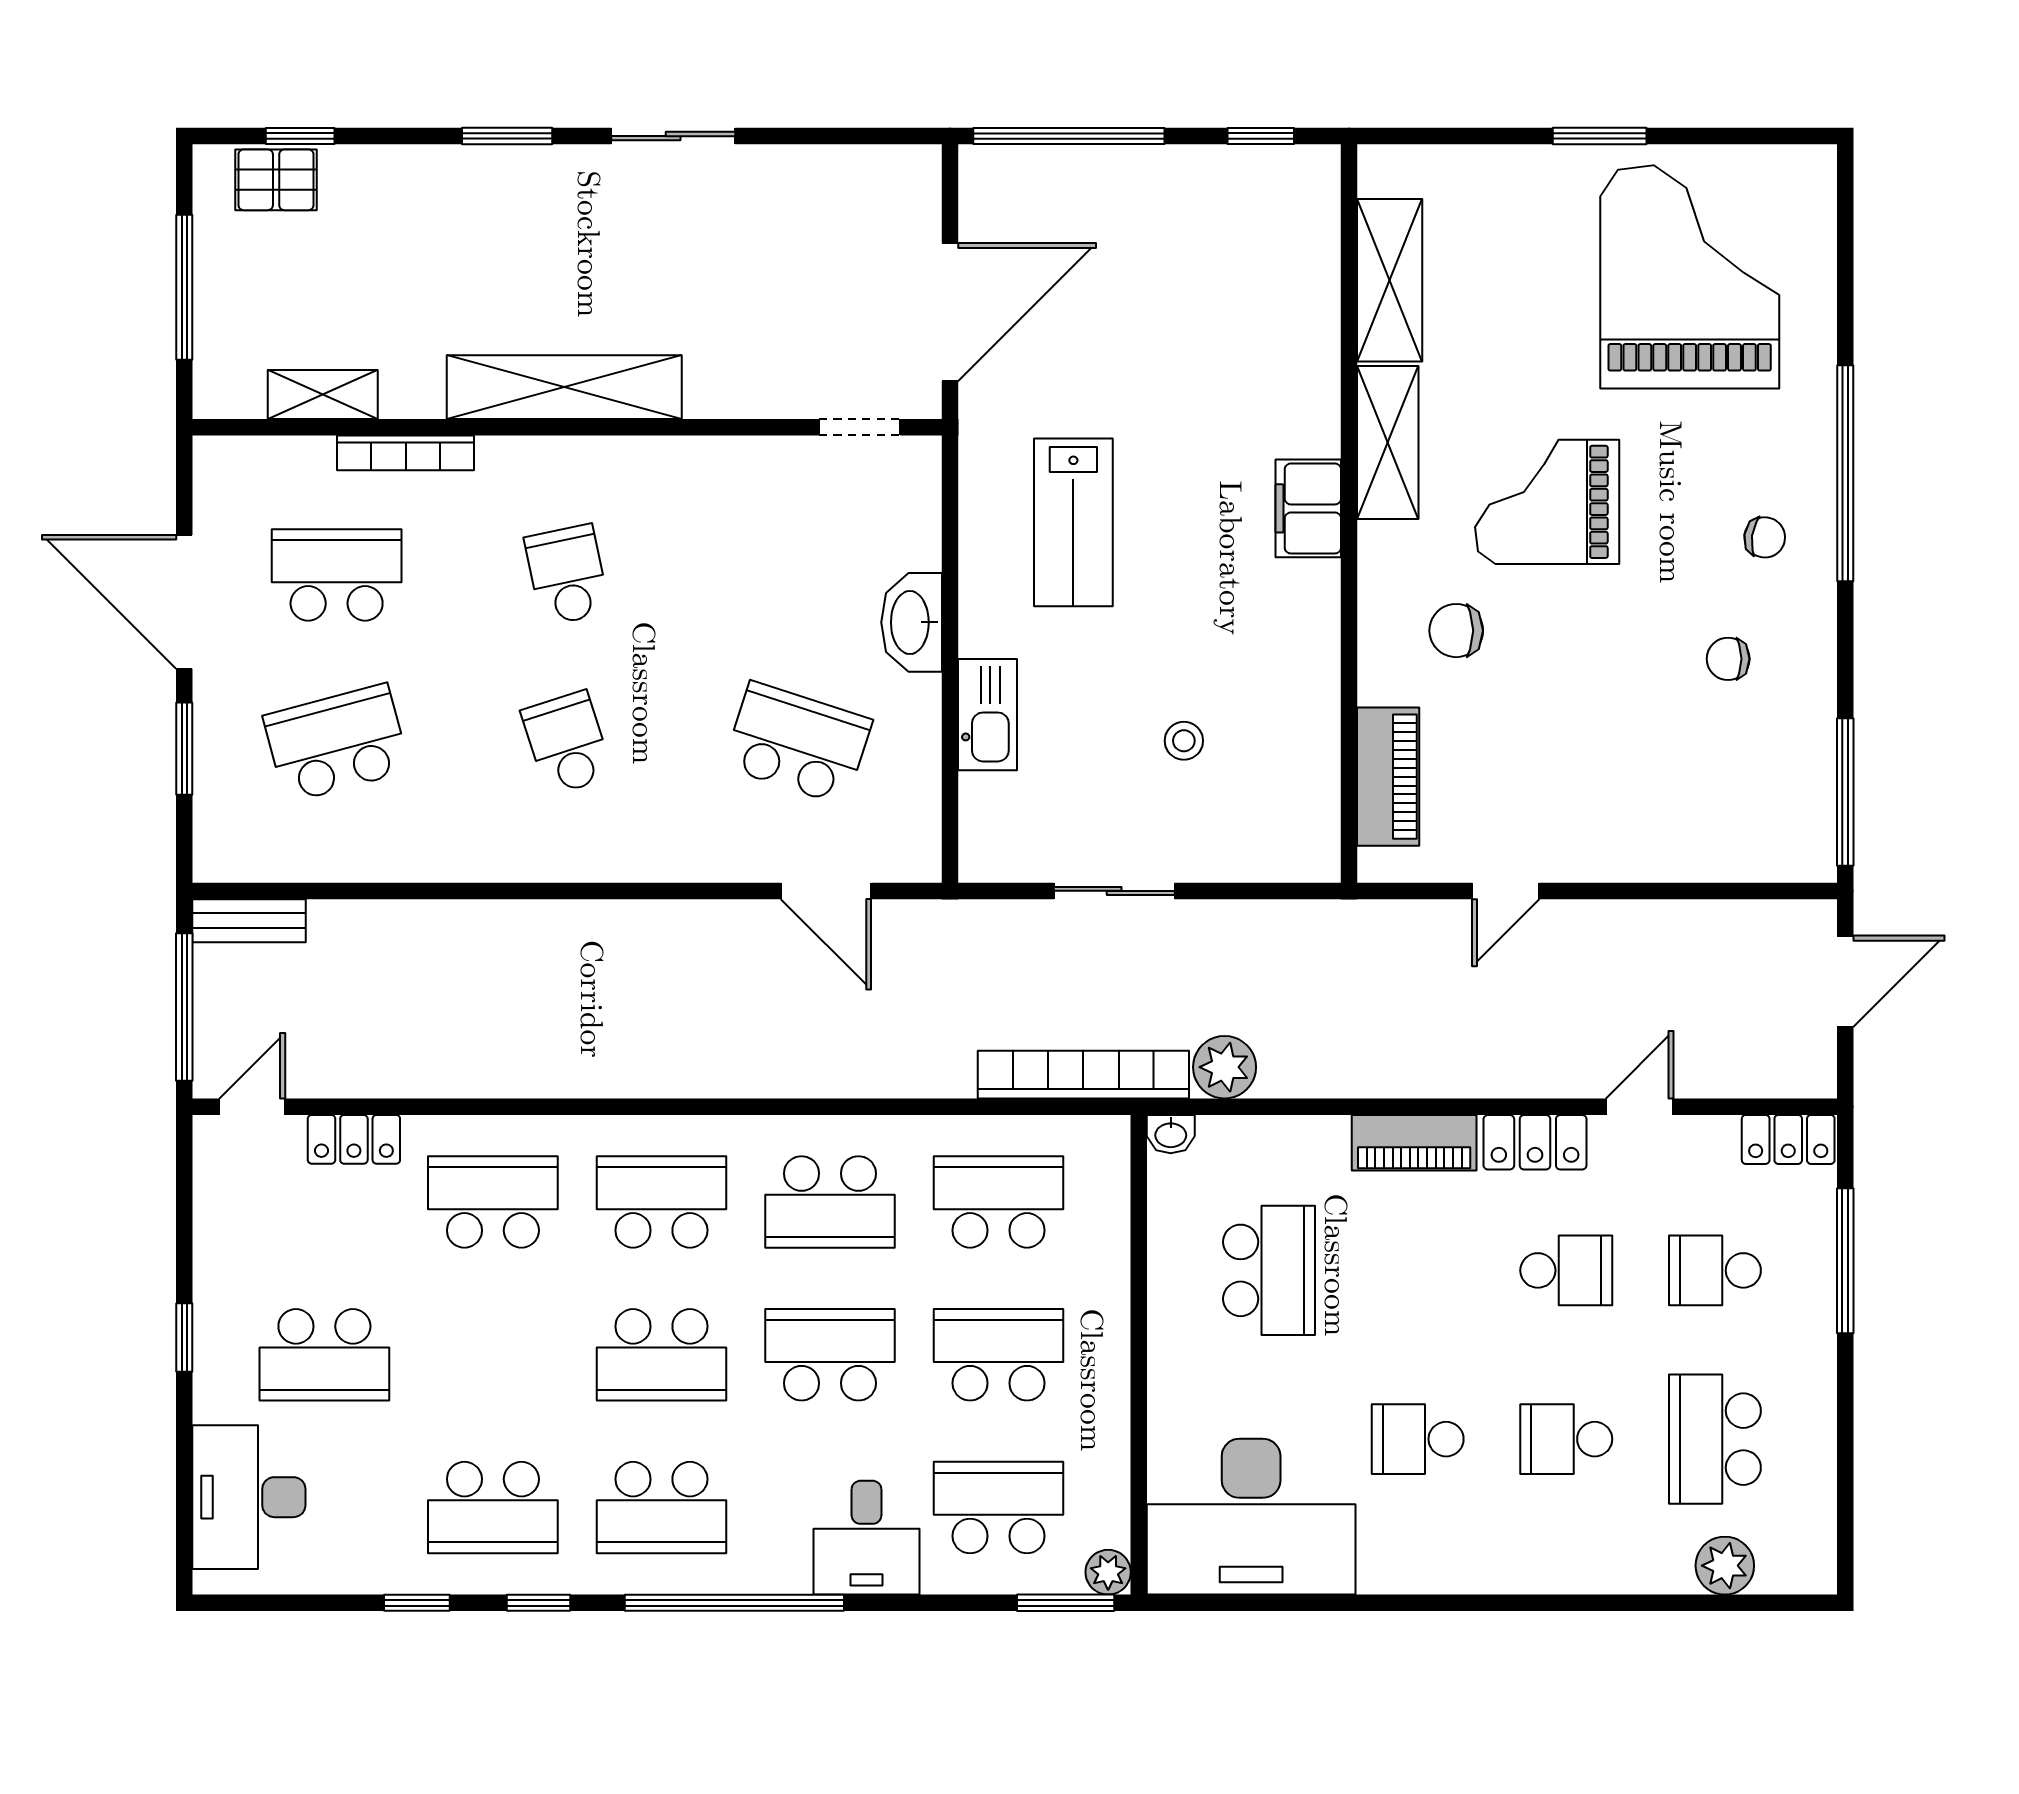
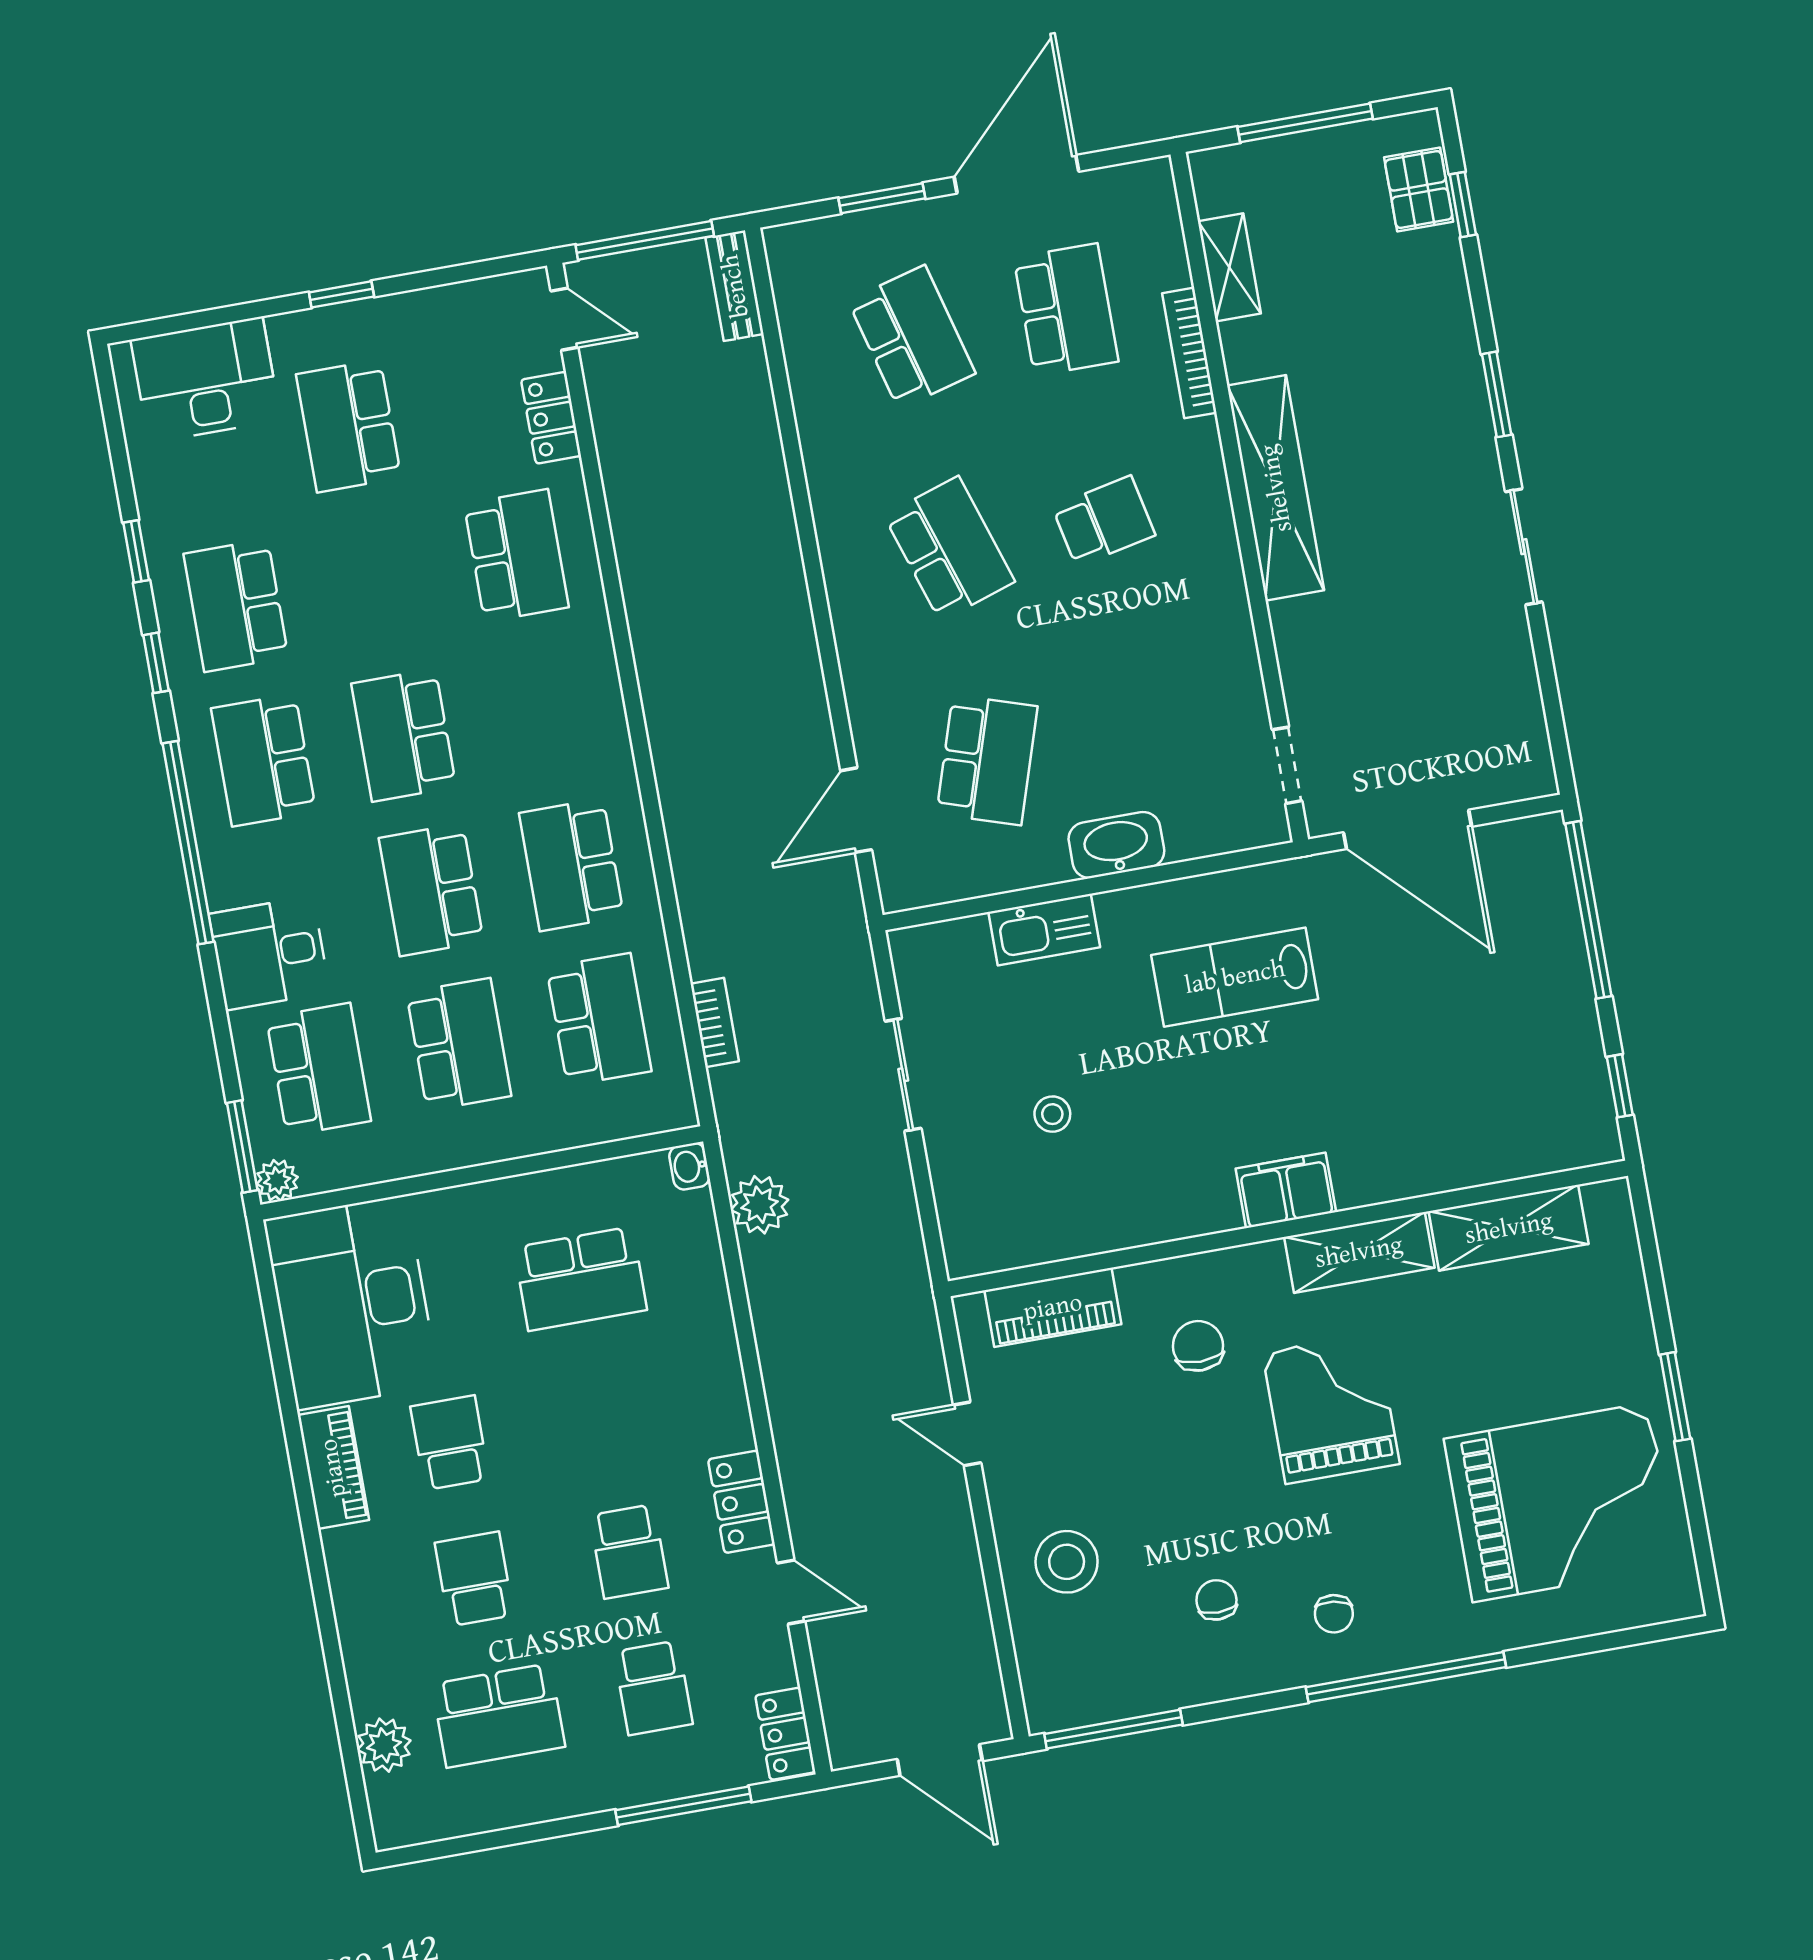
school desk: (567, 743) -> (949, 549), width x1.85
stool: (1660, 810) -> (1067, 1562), added
bookcase: (1083, 1075) -> (715, 1022), width x0.43, depth x0.76
piano: (1414, 1143) -> (333, 1468), moved, turned 180
school desk: (661, 1202) -> (544, 710), removed
school desk: (1715, 1270) -> (653, 1688), turned 180
school desk: (830, 1355) -> (431, 890), turned 180
school desk: (1715, 1439) -> (498, 1715), turned 180

